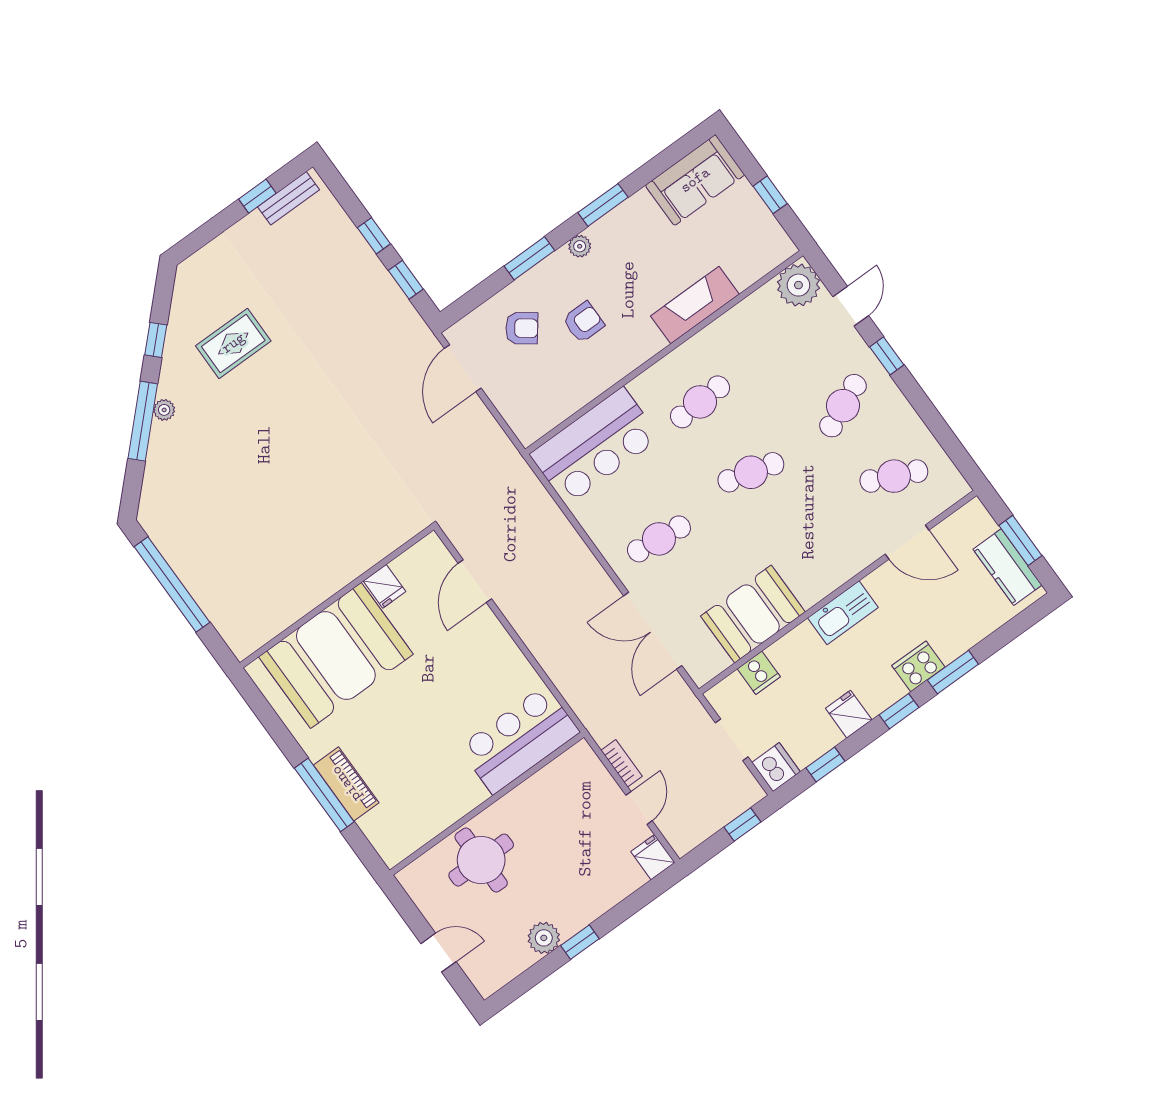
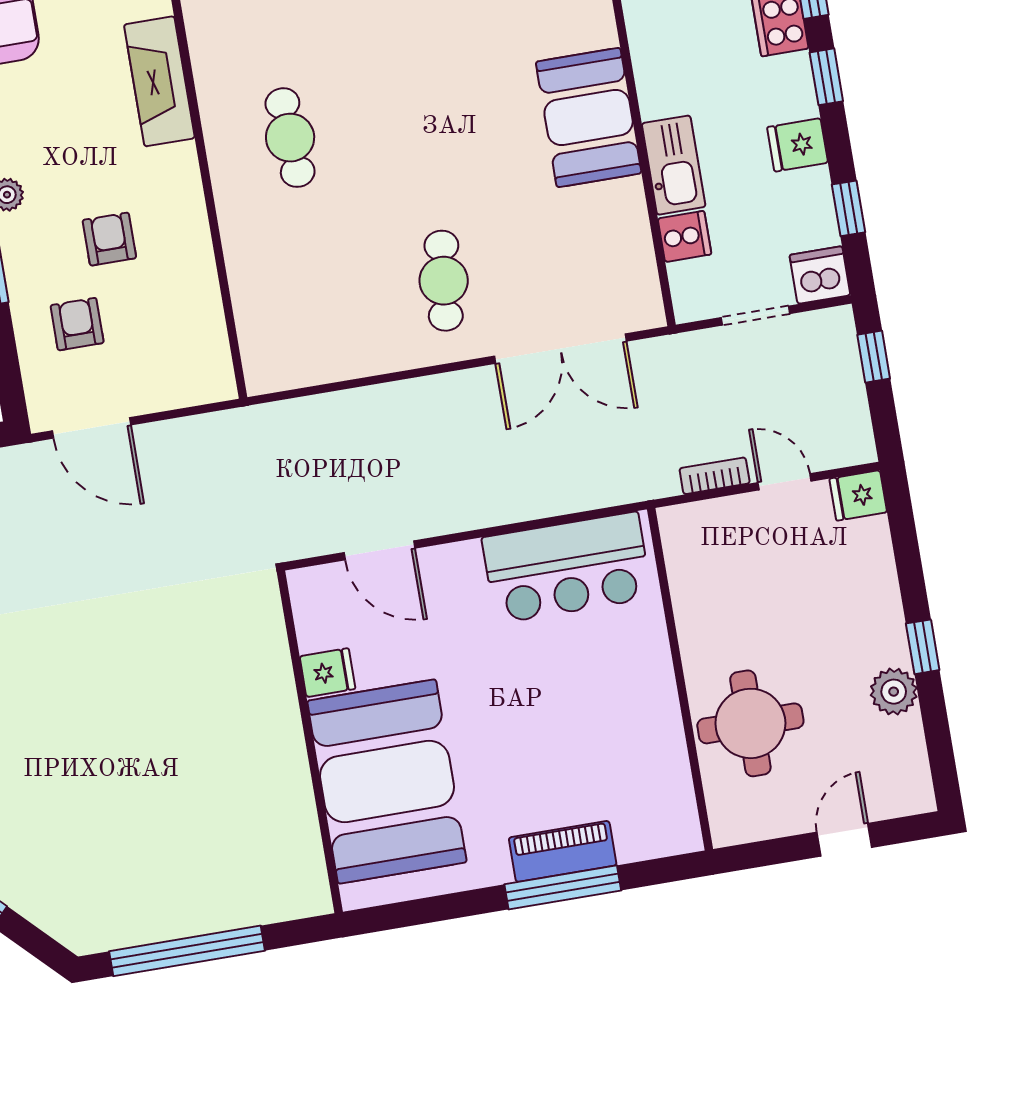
armchair: (522, 328) -> (77, 324), turned -37
bar counter: (595, 446) -> (280, 305), removed
cafe table: (751, 472) -> (416, 116), removed
kitchen sink: (843, 613) -> (674, 165), moved
booth: (753, 614) -> (589, 118), moved
bar counter: (519, 740) -> (567, 568), moved, turned -90

